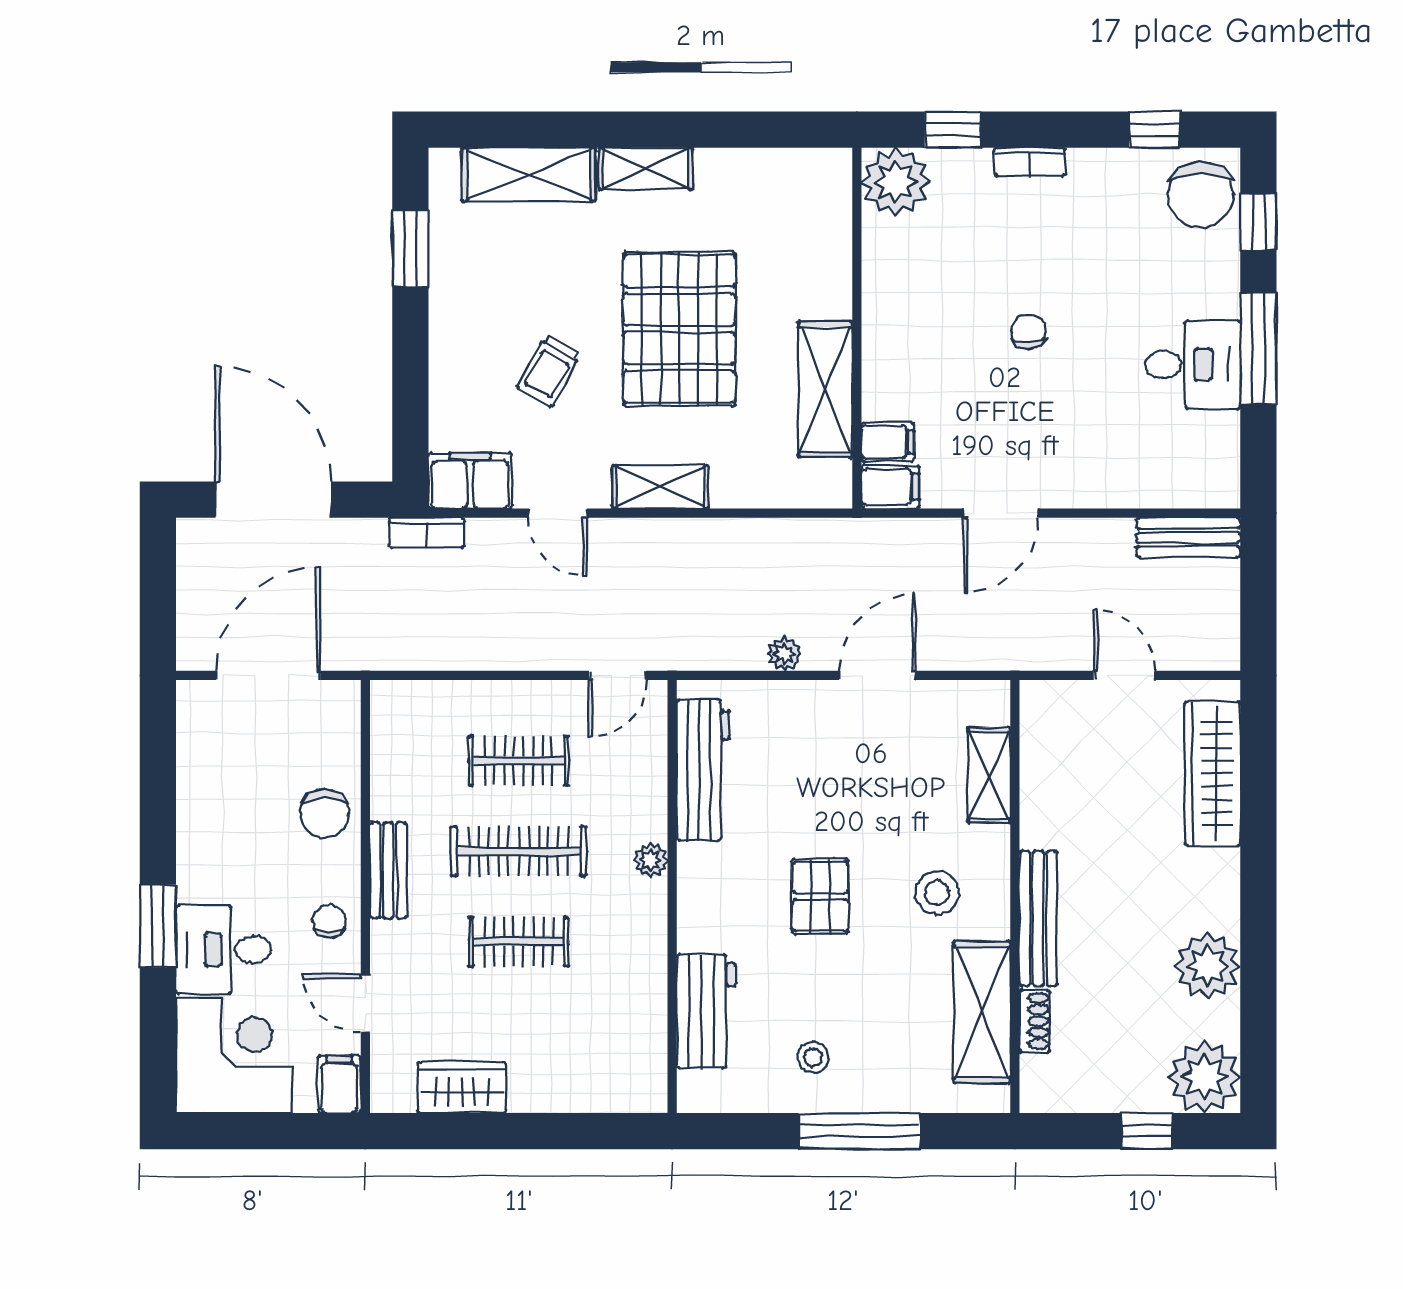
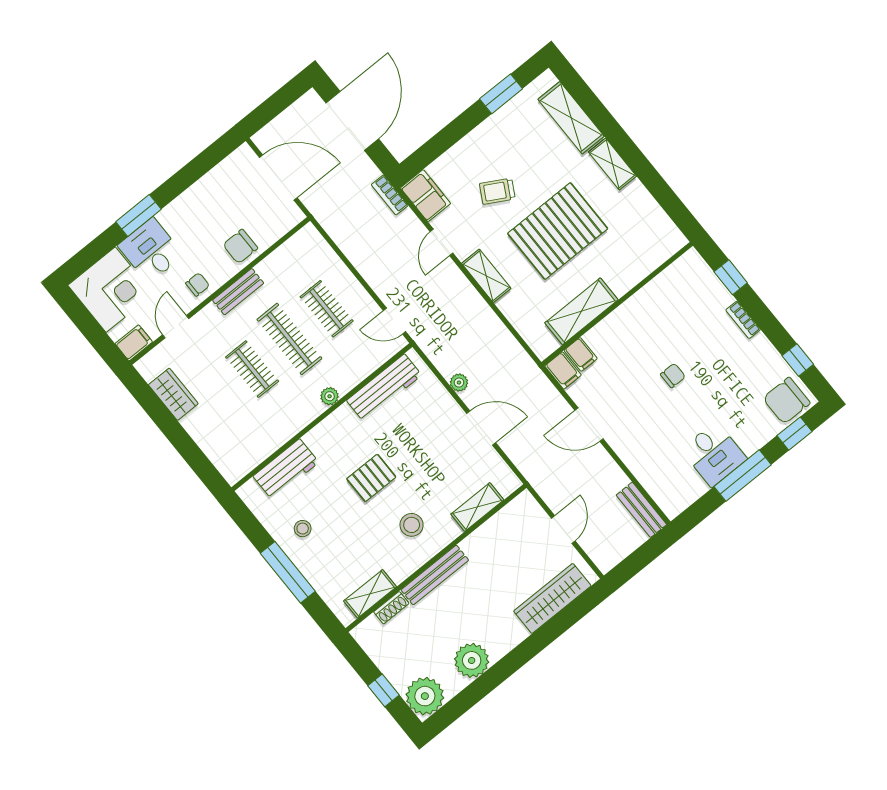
plant: (896, 182) -> (690, 271), removed
shelving: (982, 1012) -> (370, 594), width x0.67, depth x0.75

